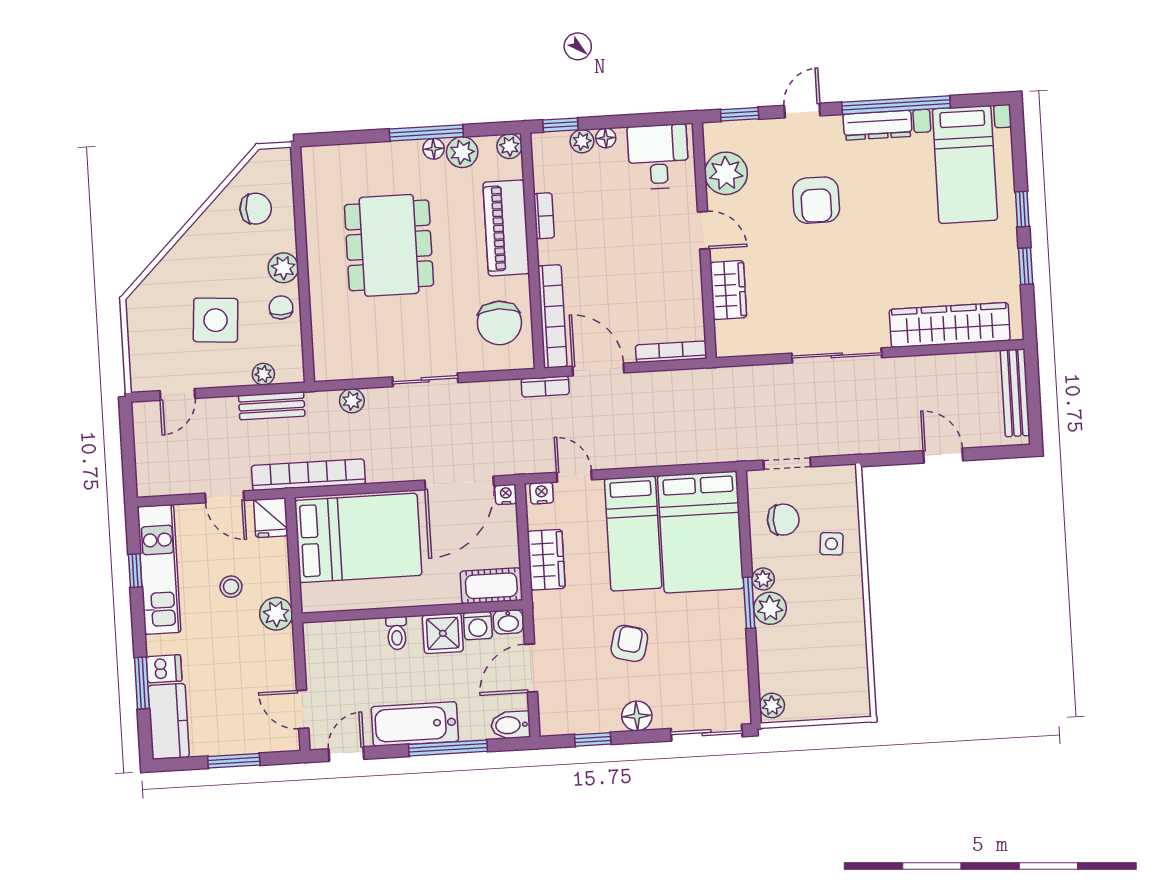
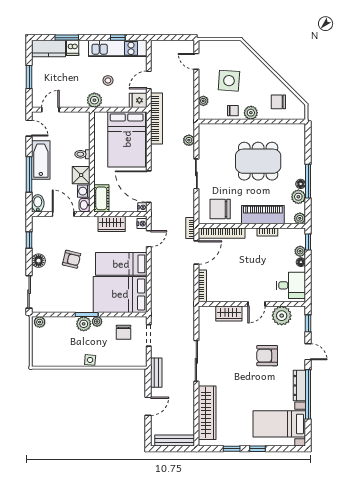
chair: (256, 209) -> (278, 102), turned 90
bench: (272, 406) -> (156, 373), moved
side table: (831, 544) -> (90, 360), moved

